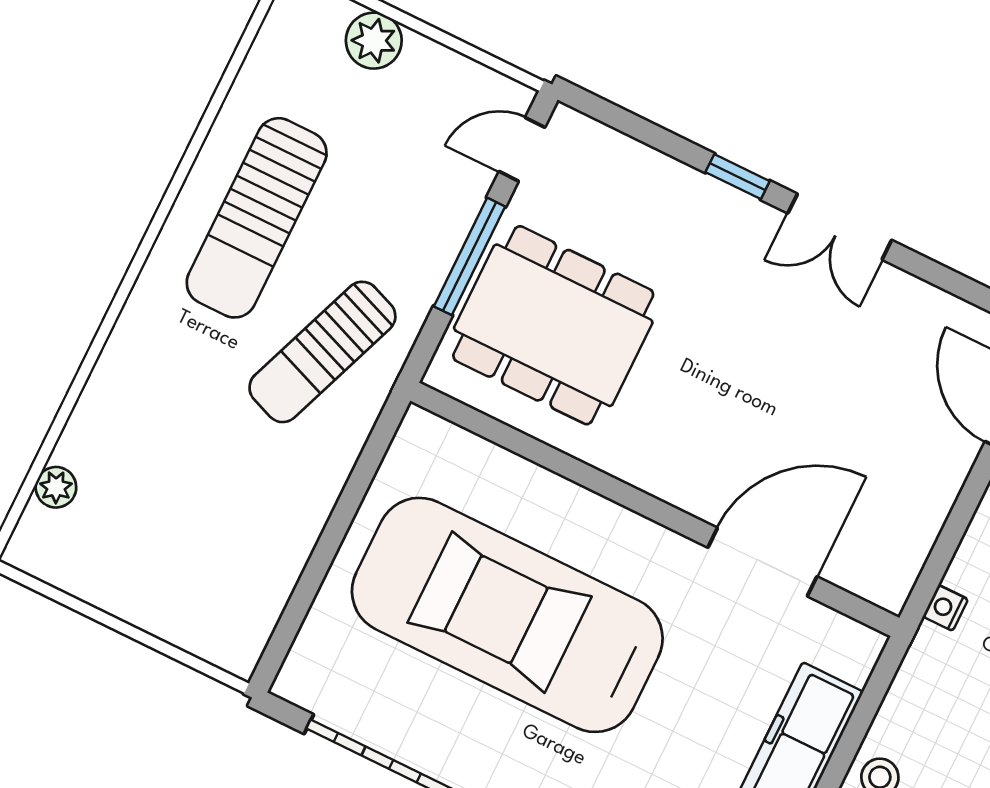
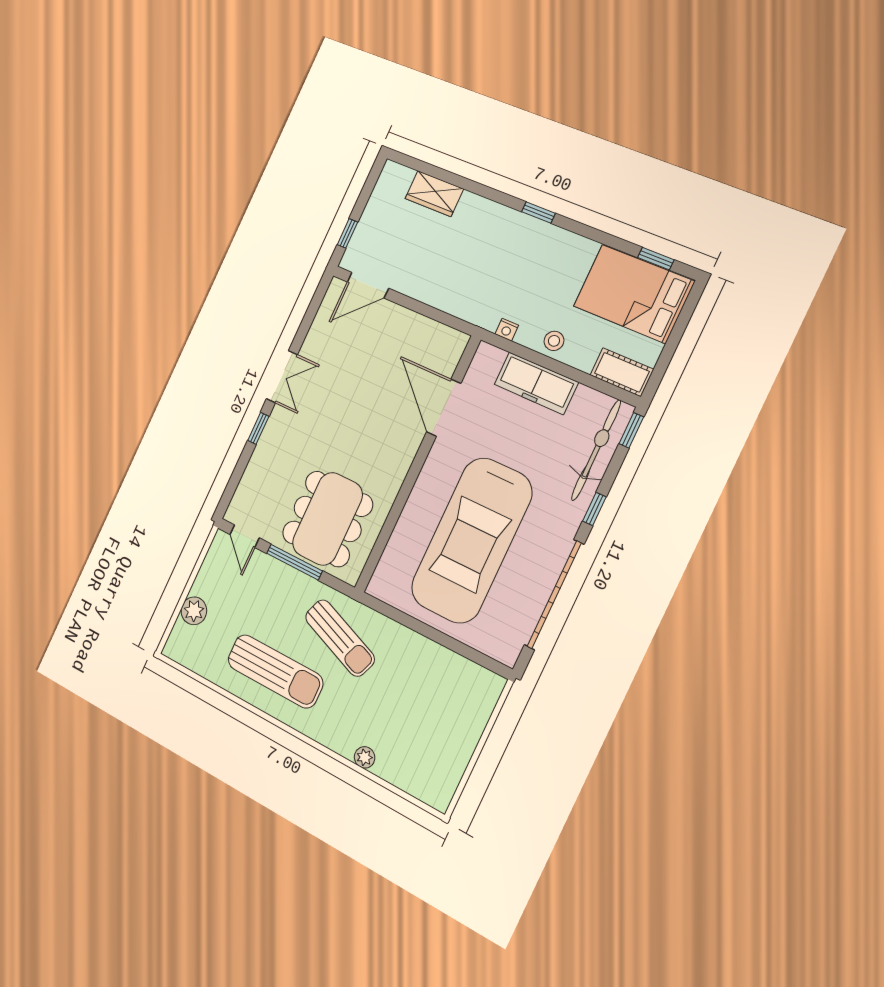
plant: (56, 487) -> (365, 757), moved
nightstand: (945, 608) -> (507, 330), moved

